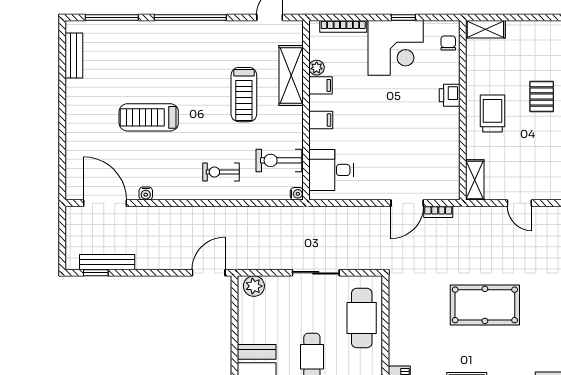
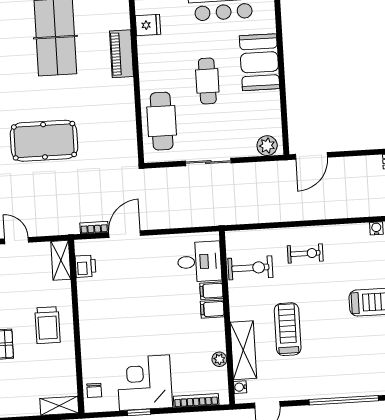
filing cabinet: (321, 85) -> (211, 291), moved
printer: (450, 95) -> (85, 266), moved
water cooler: (297, 194) -> (240, 387), moved

